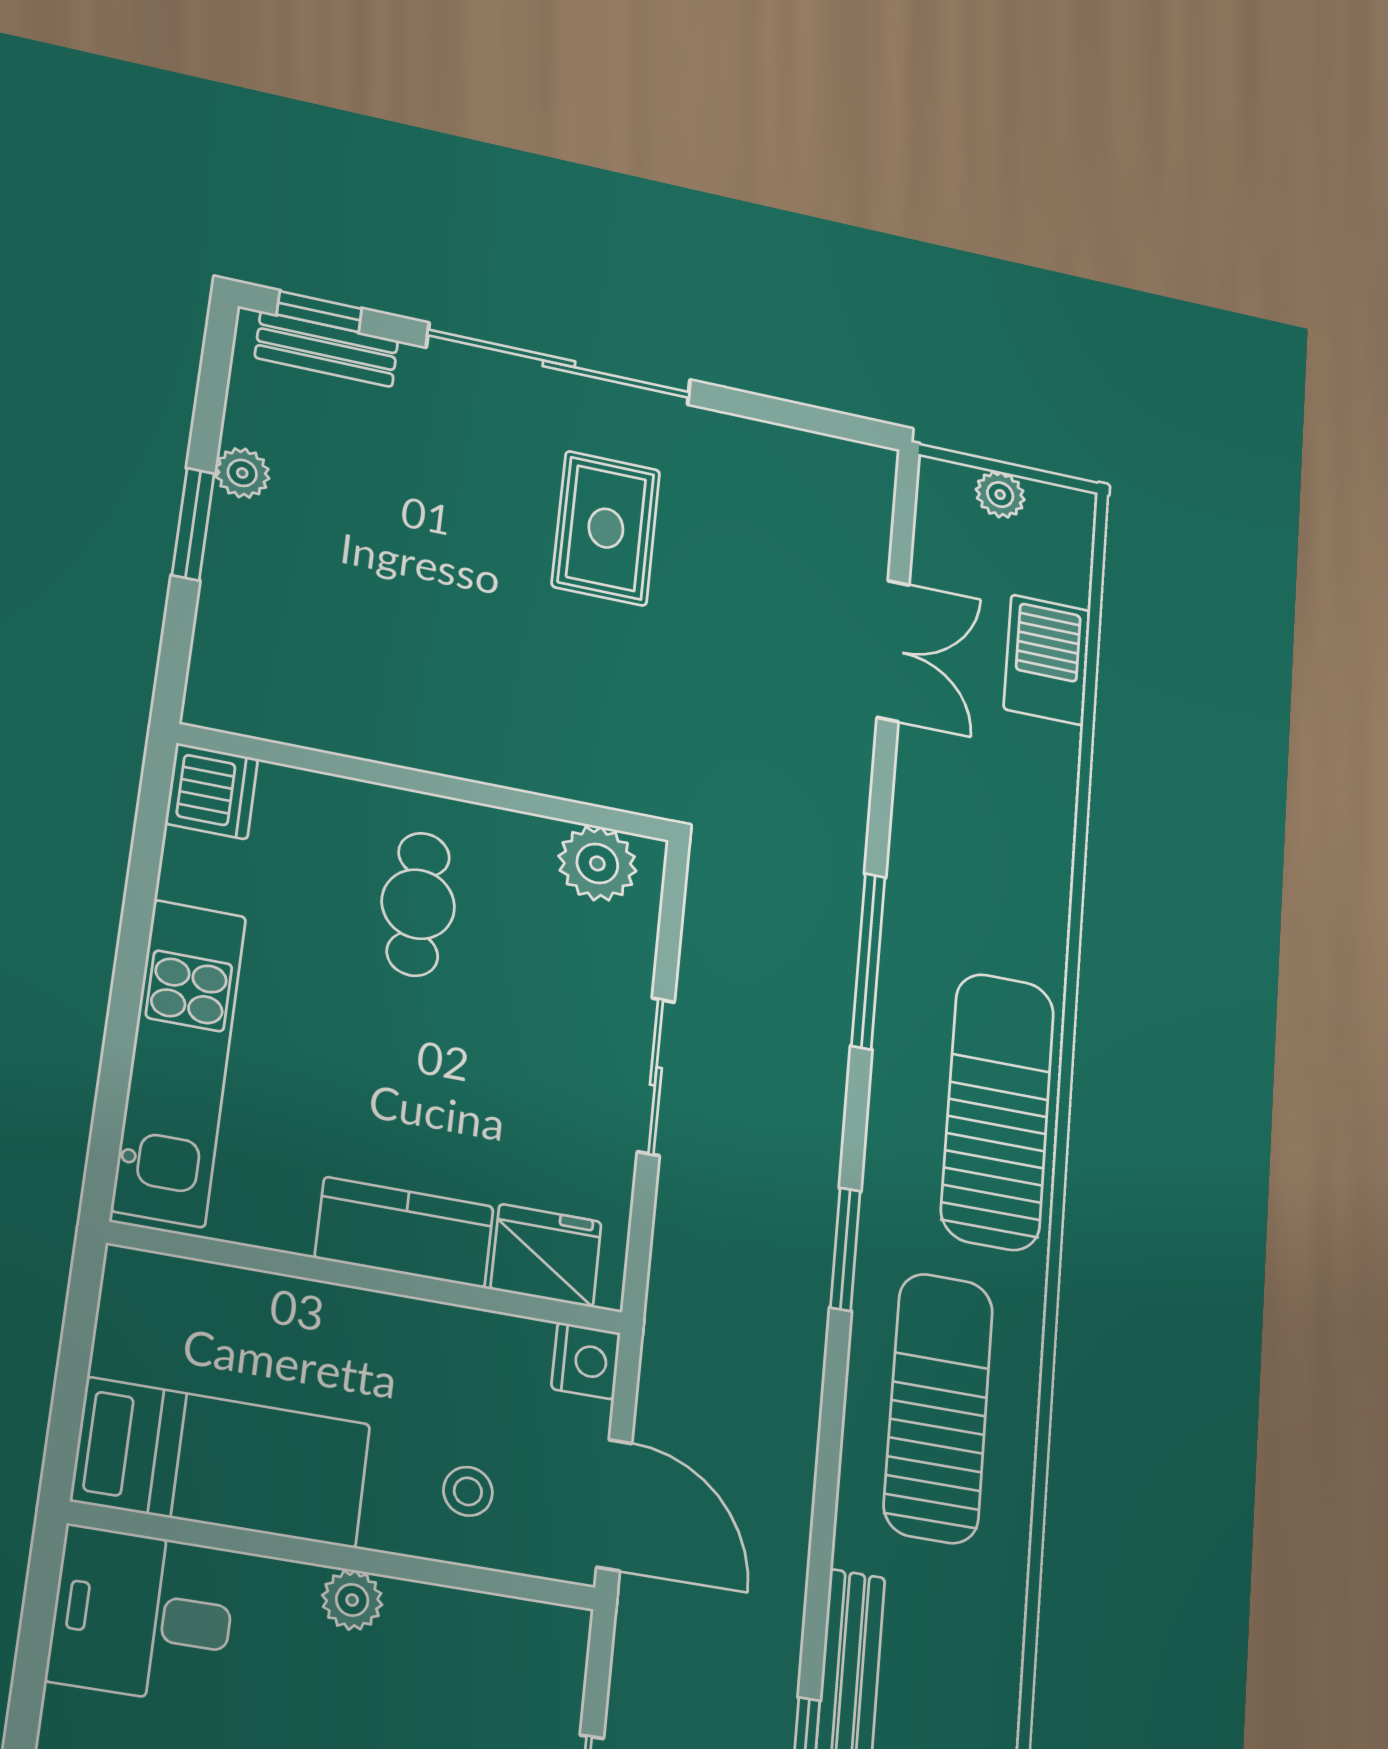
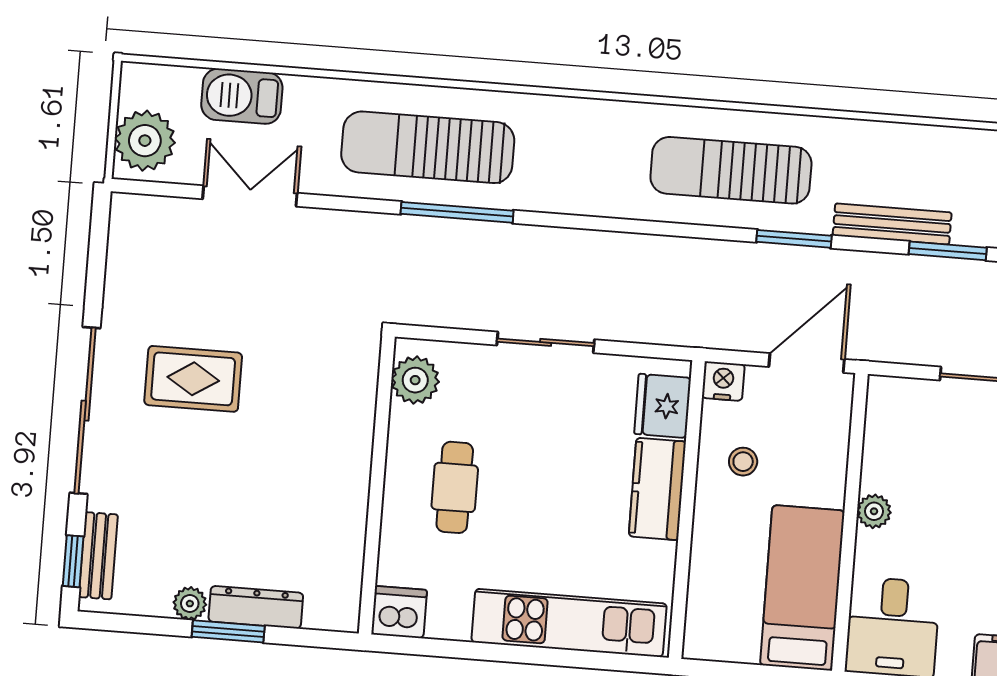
plant: (1000, 495) -> (145, 141), width x1.88, depth x1.88
dresser: (231, 571) -> (256, 607), added
cafe table: (418, 904) -> (455, 487), turned 90
sun lounger: (998, 1111) -> (428, 147), moved
window: (845, 1249) -> (794, 239), moved
stool: (468, 1491) -> (743, 462), moved

